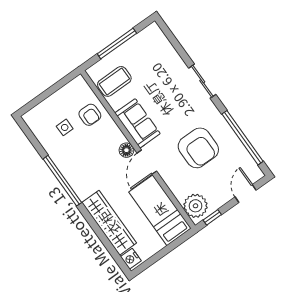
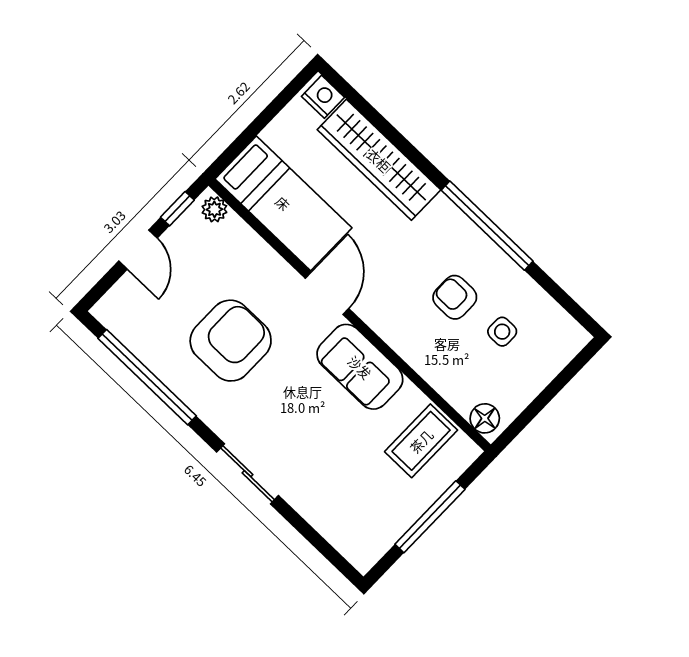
armchair: (90, 115) -> (455, 297), moved
armchair: (198, 148) -> (231, 341), turned 90
floor lamp: (126, 150) -> (485, 418), moved
door: (246, 194) -> (138, 250), moved
plant: (196, 206) -> (214, 209), width x0.53, depth x0.53

